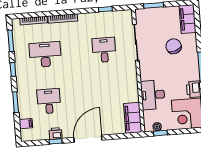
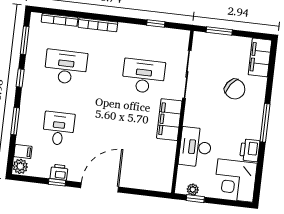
chair: (174, 46) -> (235, 89), turned 145
desk: (104, 50) -> (144, 76), width x1.37
filing cabinet: (133, 118) -> (169, 120), moved
plant: (26, 135) -> (20, 166), added

